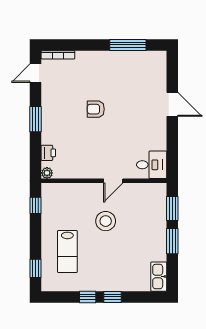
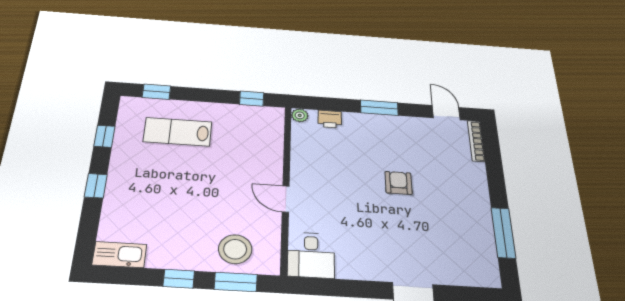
stool: (106, 221) -> (235, 249), moved
window: (172, 241) -> (179, 279), width x0.67
window: (88, 297) -> (104, 136), moved

